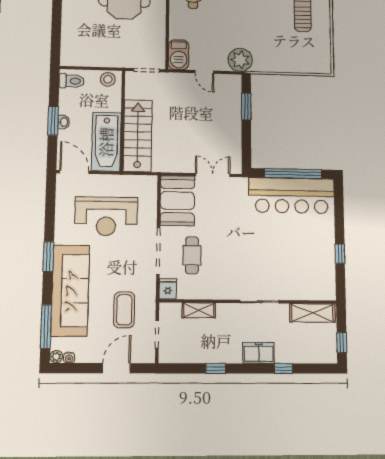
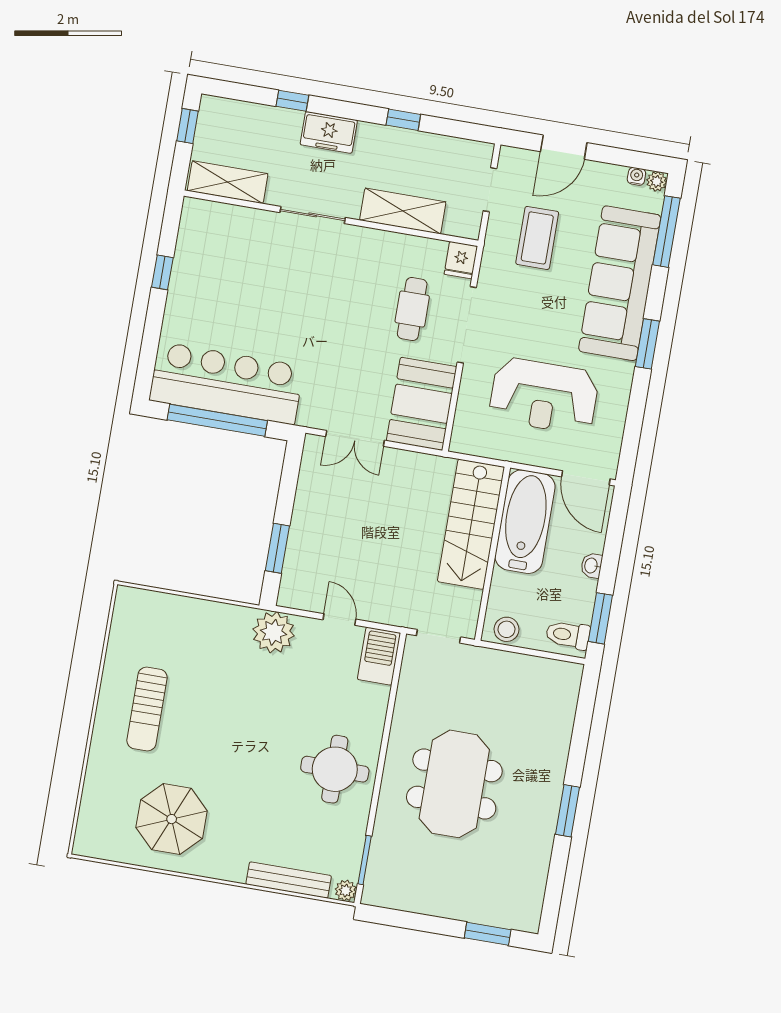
window: (53, 121) -> (600, 618), moved
reception desk: (106, 216) -> (544, 396), turned 180
shelving: (199, 310) -> (403, 211), width x1.50, depth x1.33

